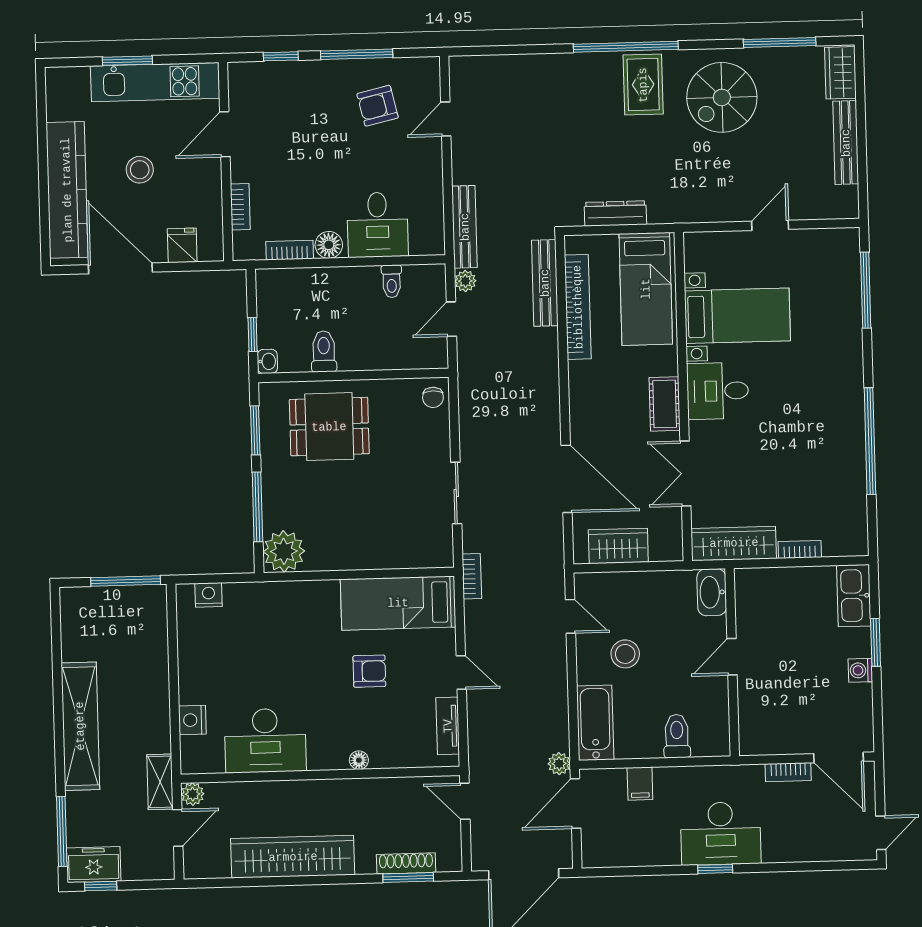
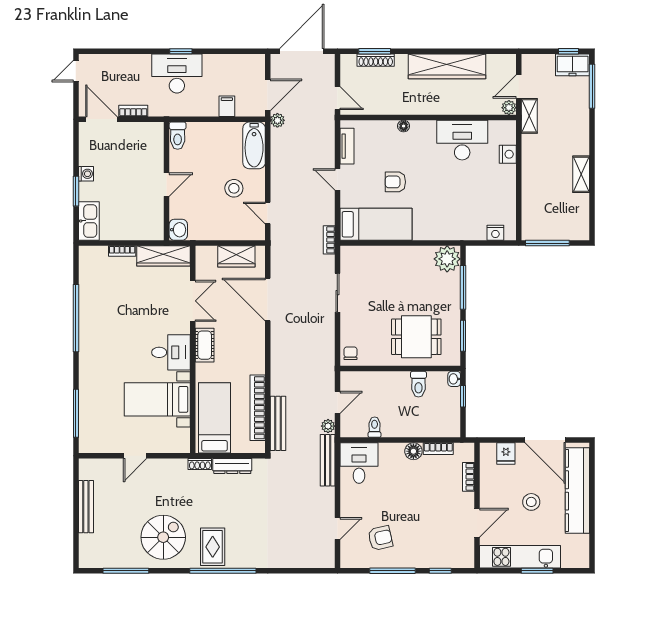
wardrobe: (840, 73) -> (88, 551), removed
shoe rack: (667, 215) -> (200, 464), added
desk: (378, 225) -> (359, 463), moved
washbasin: (712, 592) -> (178, 230), width x0.72
shelving: (80, 726) -> (581, 174), width x0.45, depth x0.75
toilet: (677, 736) -> (178, 136), moved

